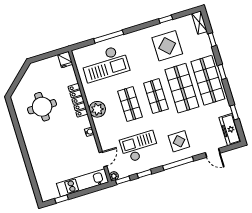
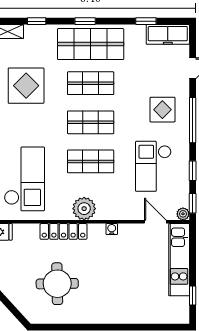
shop shelf: (182, 88) -> (91, 83), width x0.70, depth x0.74

